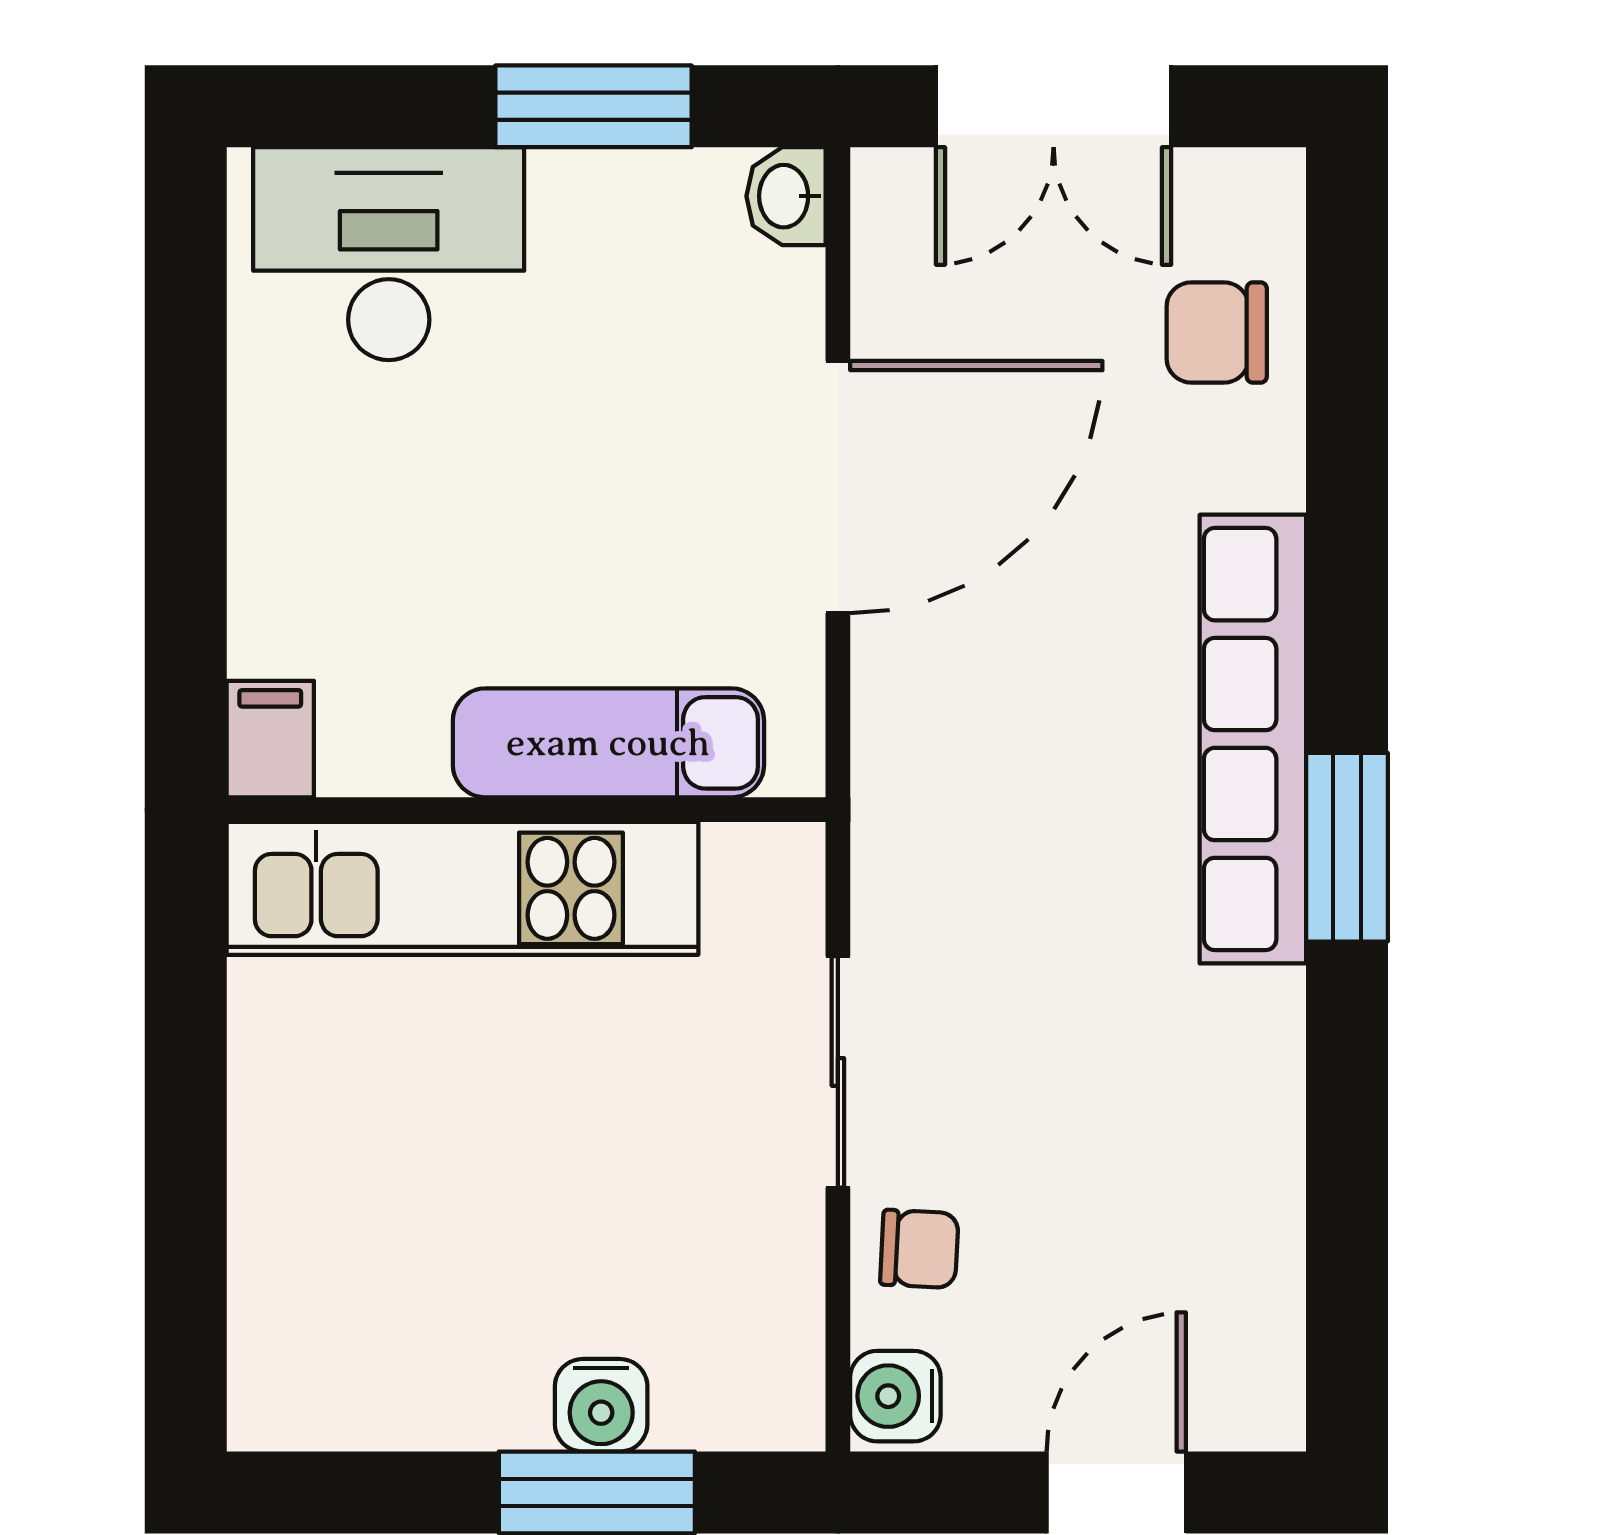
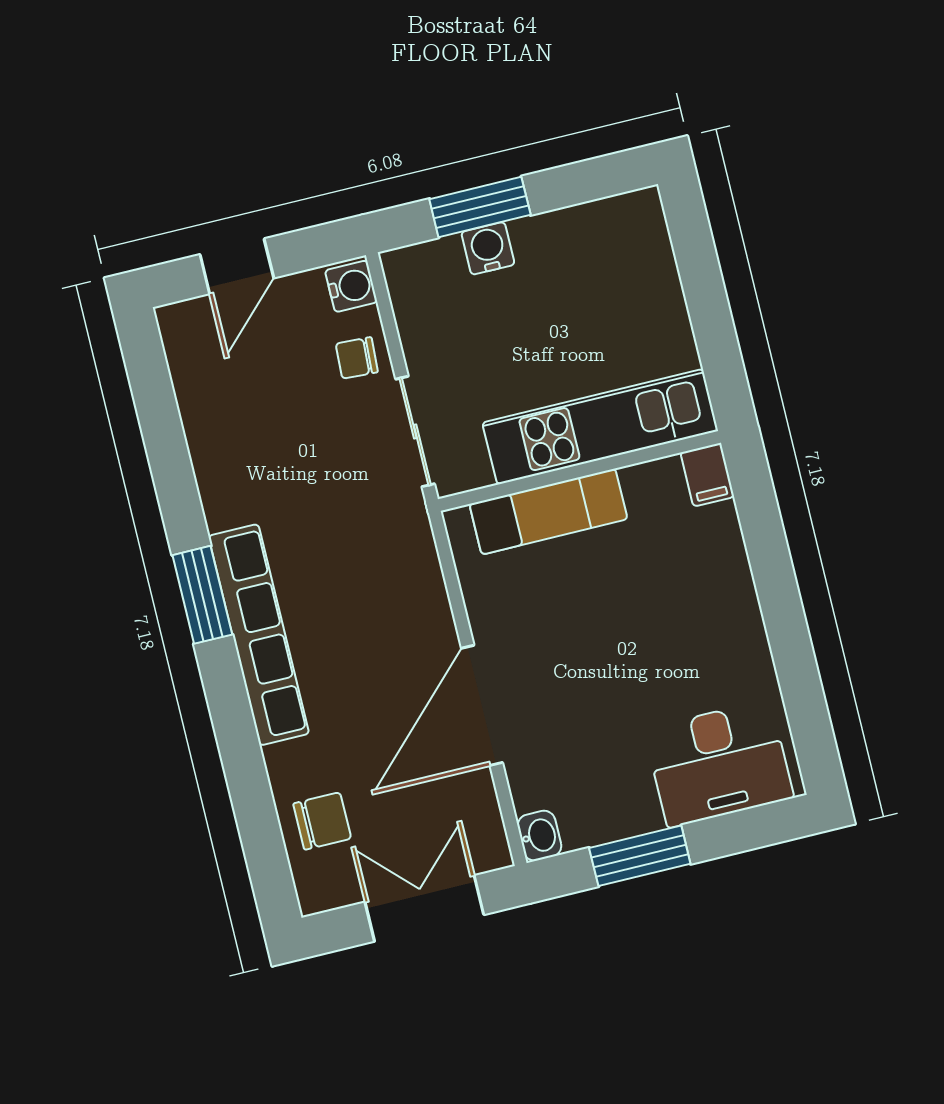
filing cabinet: (270, 739) -> (707, 475), moved
exam couch: (608, 743) -> (548, 512), moved
wall: (526, 810) -> (579, 471), moved
kitchen unit: (462, 888) -> (600, 427), moved

